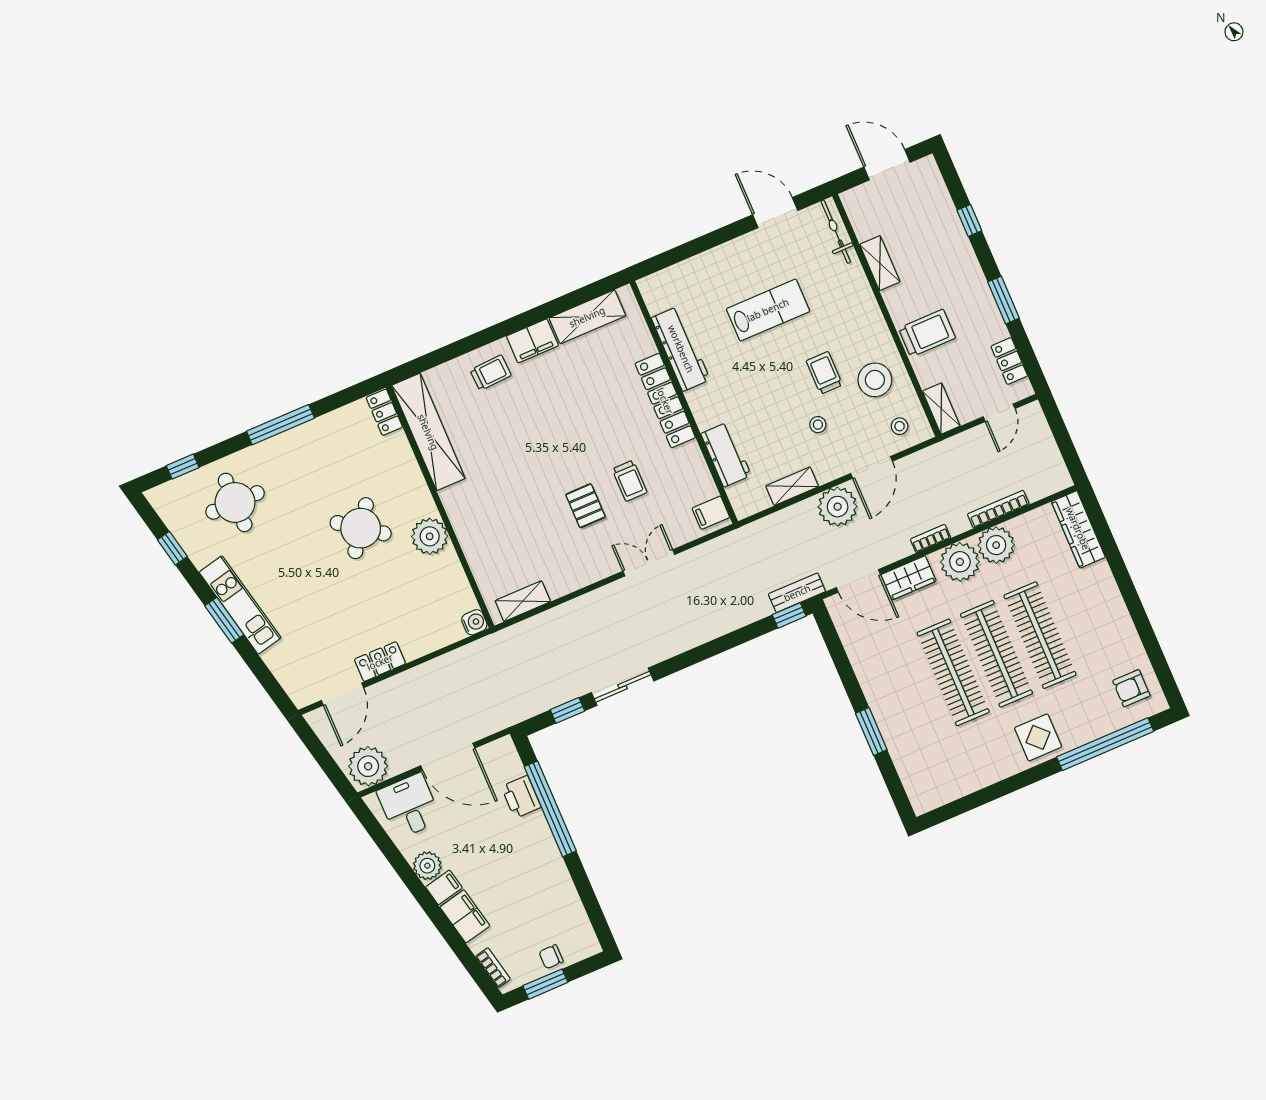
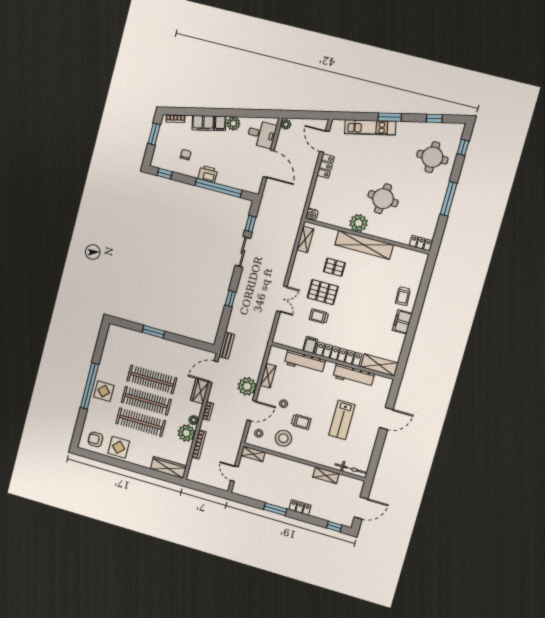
door: (775, 213) -> (386, 419), moved
window: (969, 220) -> (334, 527), moved
shelving: (587, 317) -> (379, 365), moved, turned 90
trolley: (927, 333) -> (285, 471), removed
locker: (1009, 361) -> (300, 507), moved
shelving: (428, 432) -> (364, 245), moved
workbench: (726, 455) -> (305, 362), width x1.38
door: (872, 467) -> (252, 411), swing flipped
pallet: (586, 506) -> (323, 292), width x1.50, depth x1.42
filing cabinet: (711, 513) -> (310, 345), moved
pallet: (531, 519) -> (334, 267), added
round table: (361, 528) -> (383, 199), turned -30
plant: (960, 562) -> (194, 420), width x0.53, depth x0.53
kitchen unit: (240, 605) -> (370, 127), moved
window: (789, 615) -> (230, 299), moved
display table: (1113, 639) -> (119, 447), added
armchair: (1131, 688) -> (95, 439), turned -90
window: (1105, 744) -> (90, 386), moved
door: (448, 757) -> (269, 164), swing flipped
plant: (368, 766) -> (286, 124), width x0.53, depth x0.53
printer: (521, 797) -> (208, 174), moved
window: (596, 916) -> (165, 174), added
chair: (551, 957) -> (186, 155), moved

